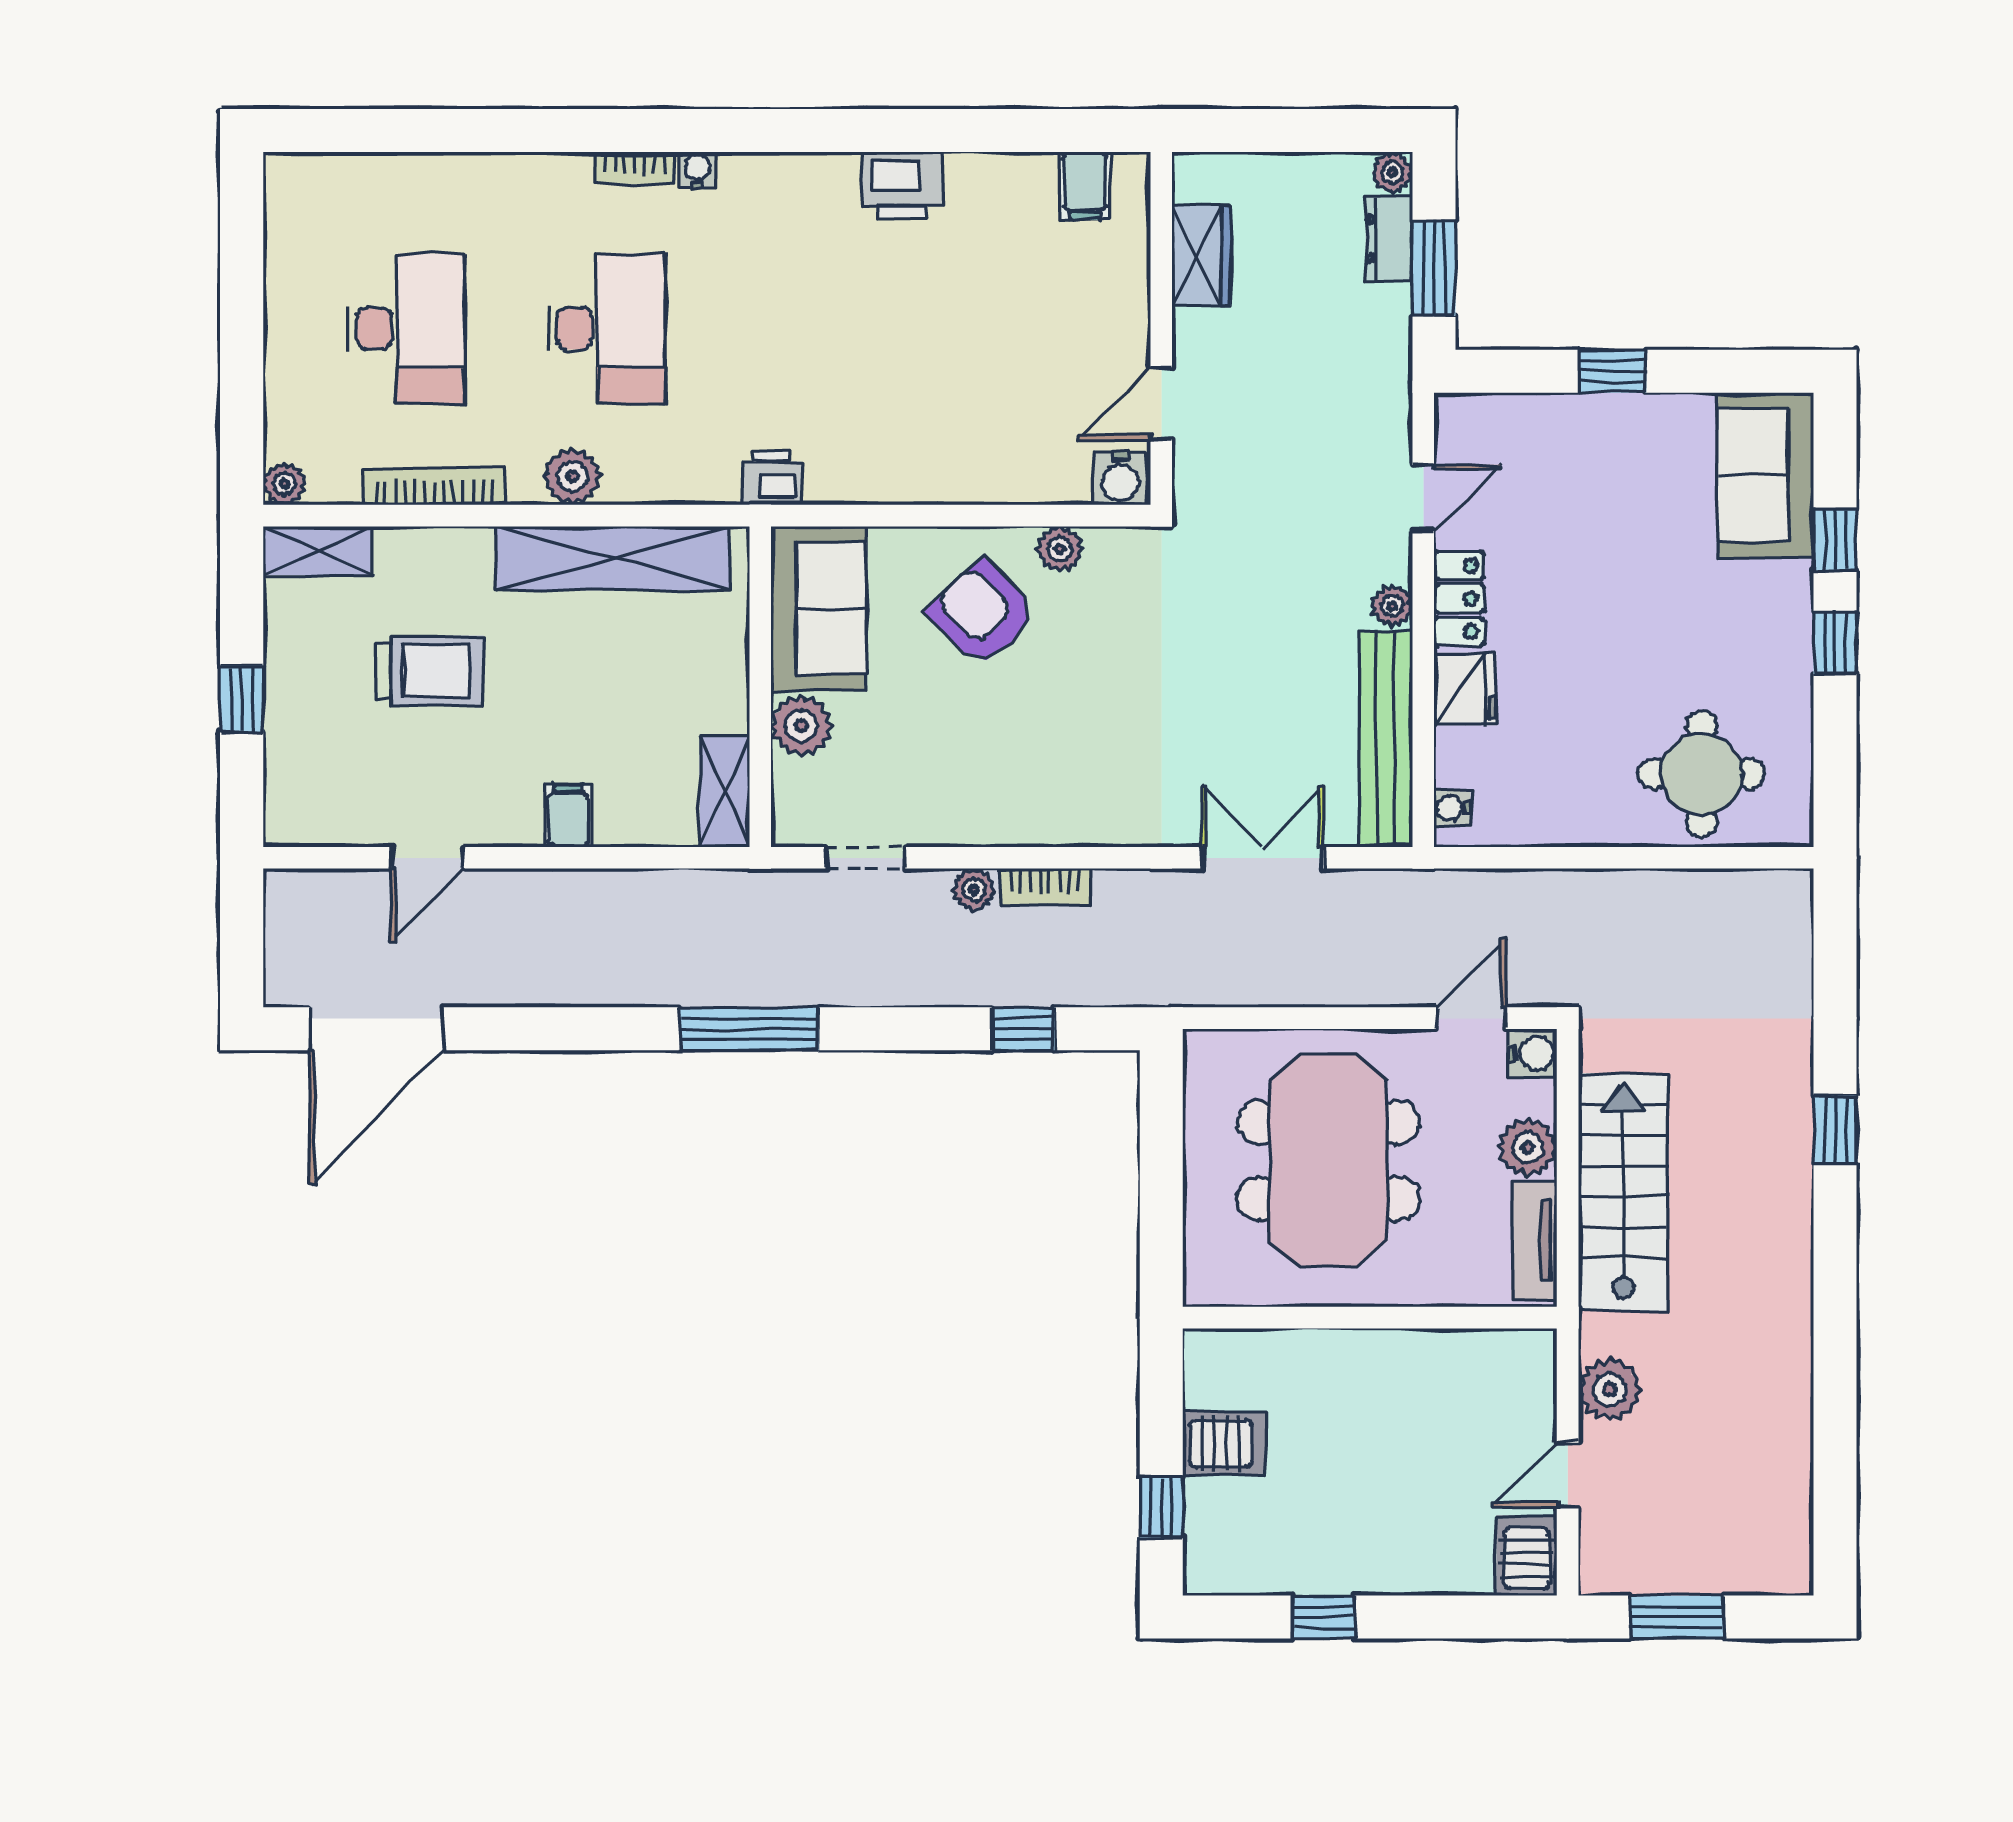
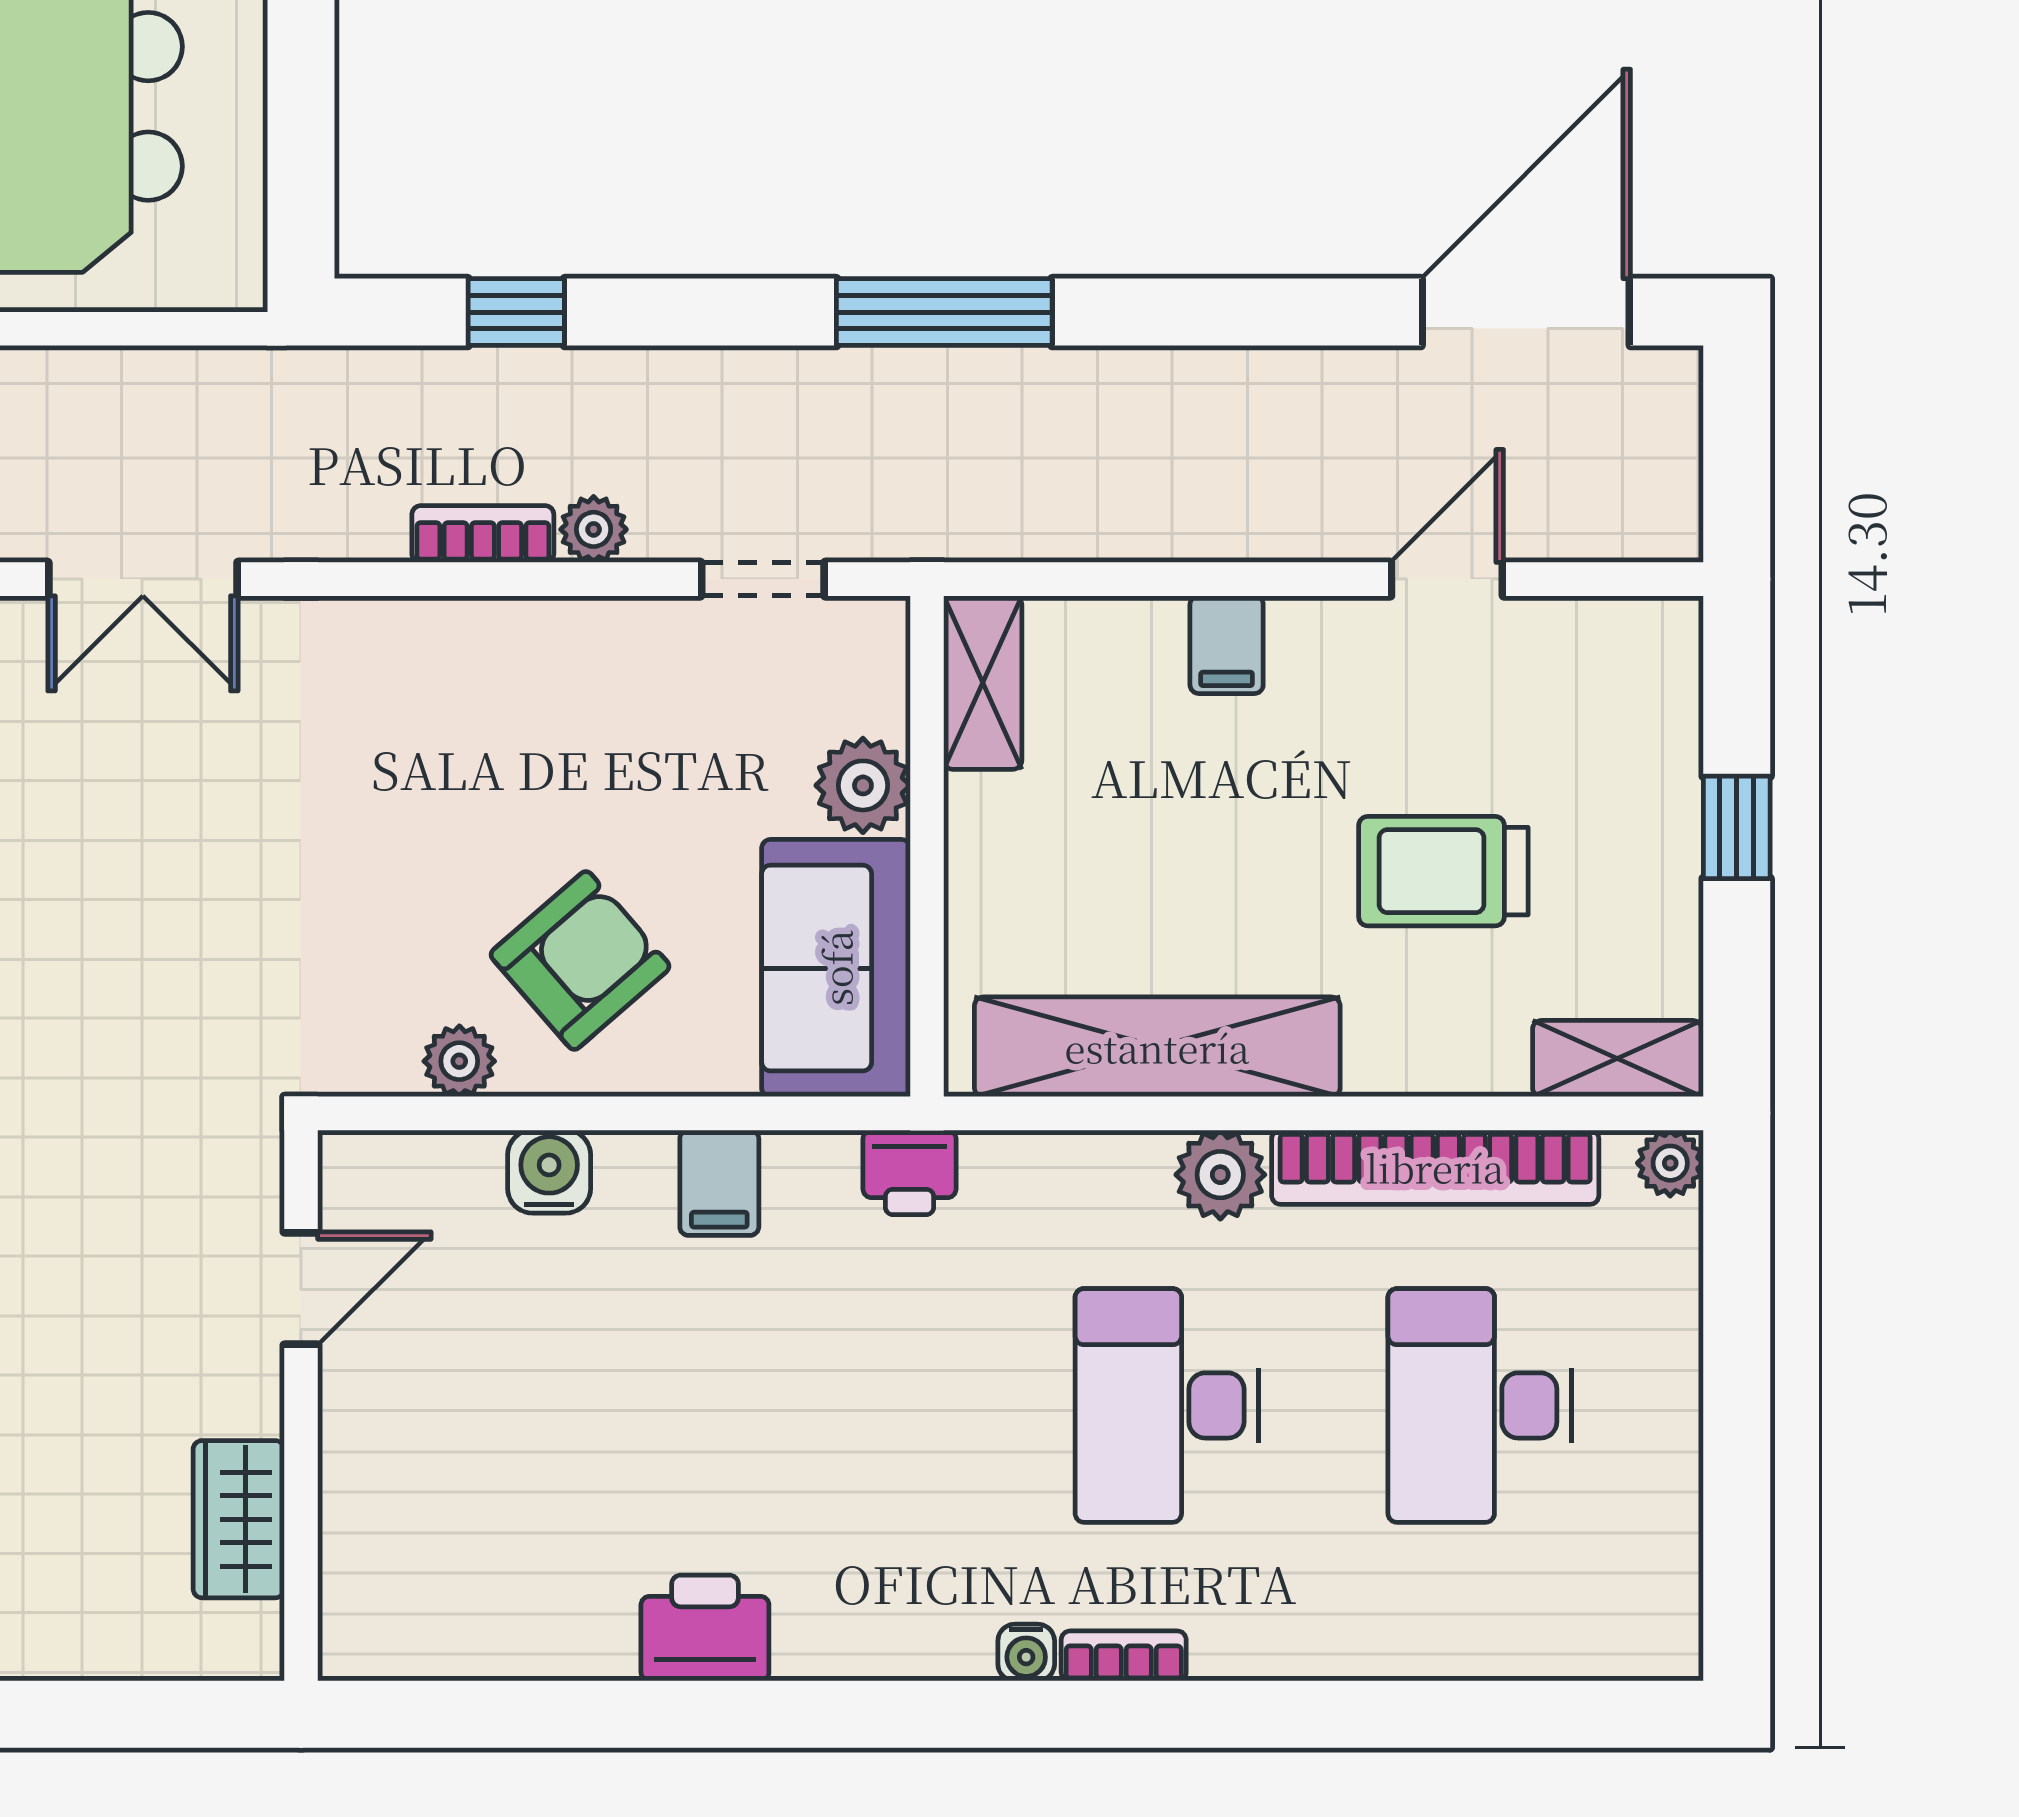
filing cabinet: (1085, 186) -> (719, 1183), moved, turned 180
water cooler: (1120, 478) -> (549, 1172), moved
bookcase: (435, 487) -> (1435, 1167), width x1.48, depth x1.31
armchair: (983, 613) -> (580, 960), turned -88

